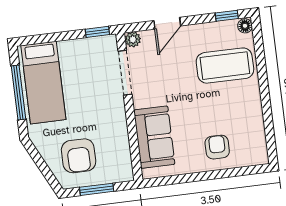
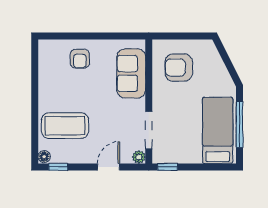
armchair: (79, 156) -> (179, 68), moved, turned -90
window: (97, 189) -> (184, 36), removed

